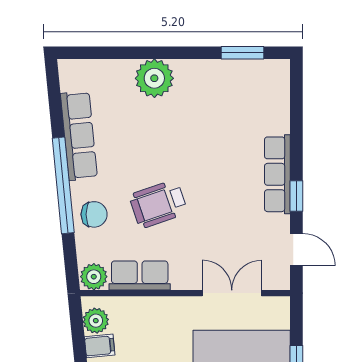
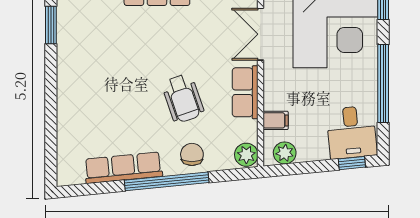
plant: (154, 78) -> (73, 102), removed
row of seats: (140, 275) -> (245, 92), moved
filing cabinet: (100, 346) -> (276, 120), moved, turned 96

